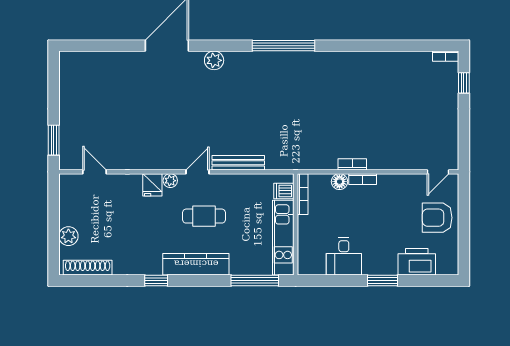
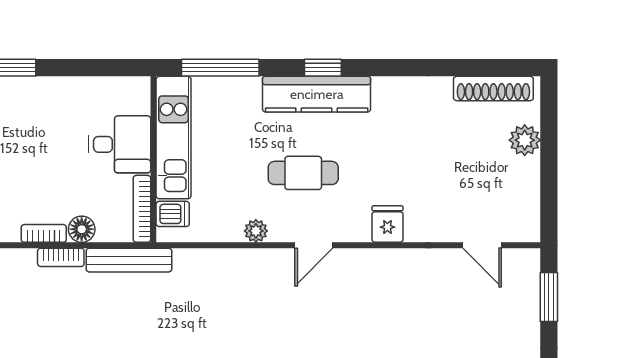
bench: (238, 163) -> (129, 260), moved
plant: (170, 181) -> (256, 231), moved
desk: (344, 256) -> (120, 144), moved, turned 90
window: (156, 281) -> (323, 68), moved

